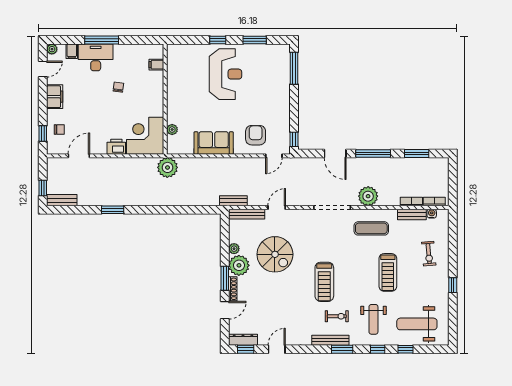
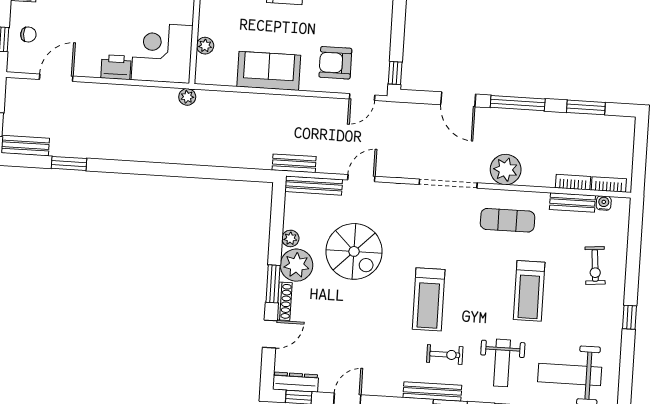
armchair: (256, 135) -> (335, 63), turned -90
plant: (167, 167) -> (187, 97), width x0.53, depth x0.53
window: (113, 210) -> (69, 163), moved

